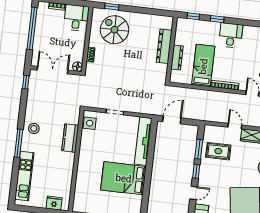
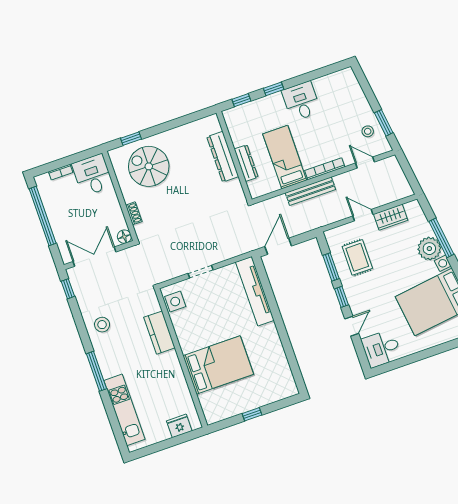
bench: (209, 95) -> (310, 191), added
stool: (34, 128) -> (102, 325), moved
rug: (218, 151) -> (357, 257), turned 90
bed: (124, 178) -> (218, 365), moved, turned 180

